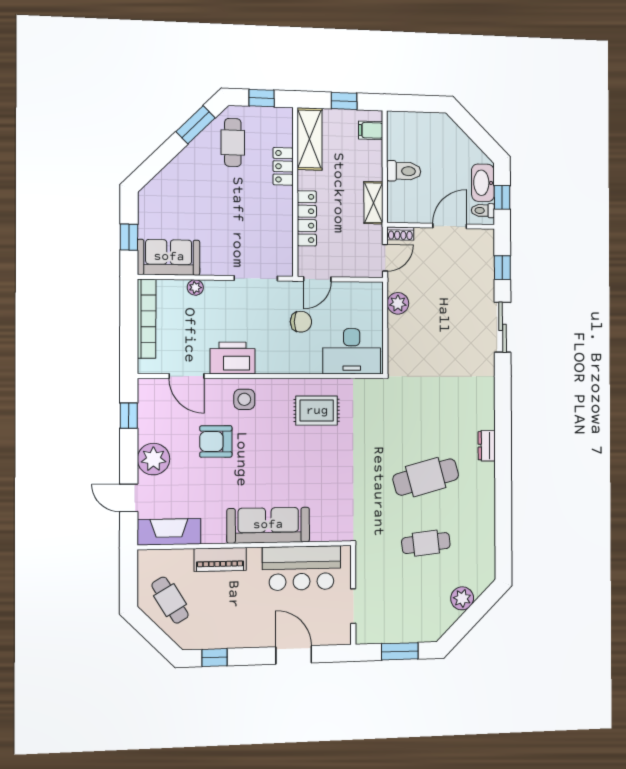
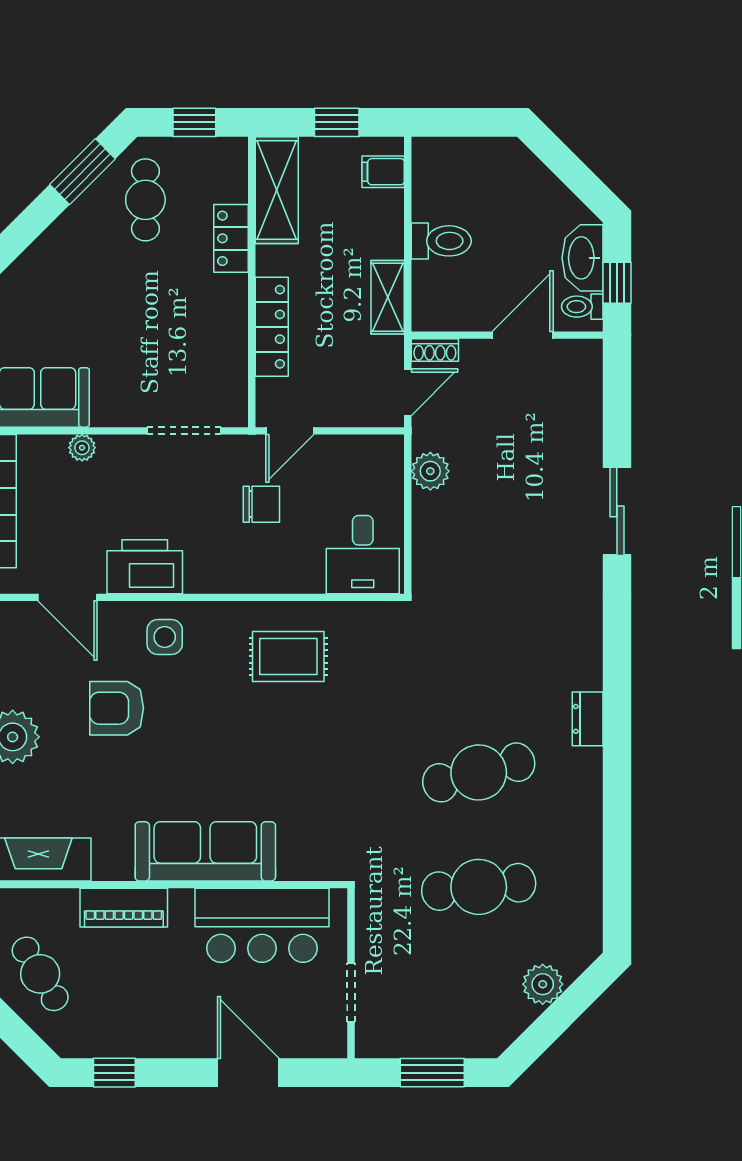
window: (502, 268) -> (617, 406), removed
desk: (352, 351) -> (363, 555), width x0.73
cafe table: (426, 543) -> (479, 887), width x1.37, depth x1.35

